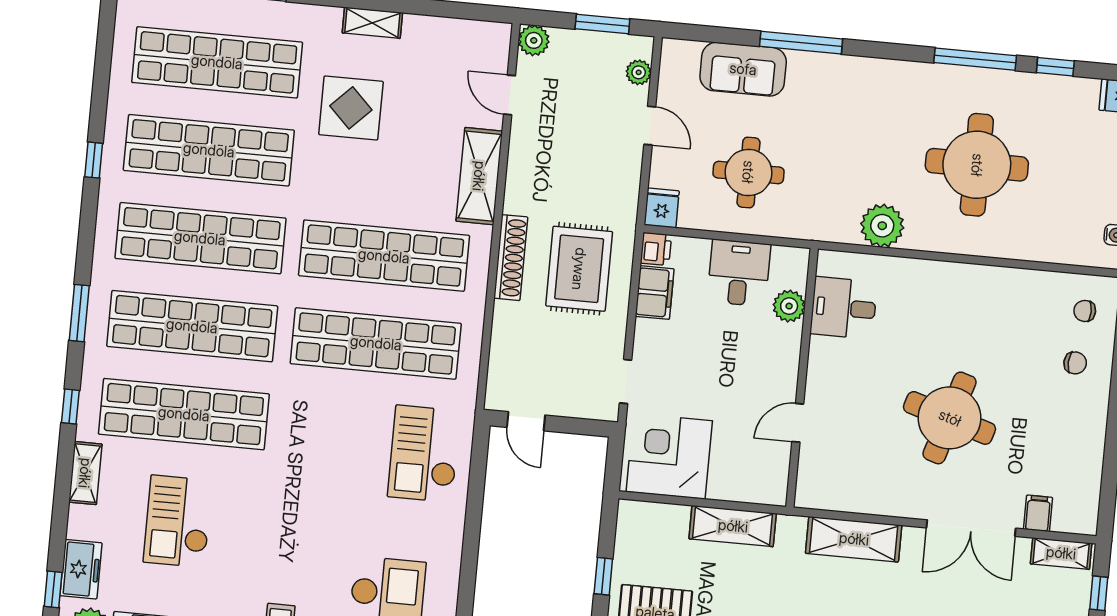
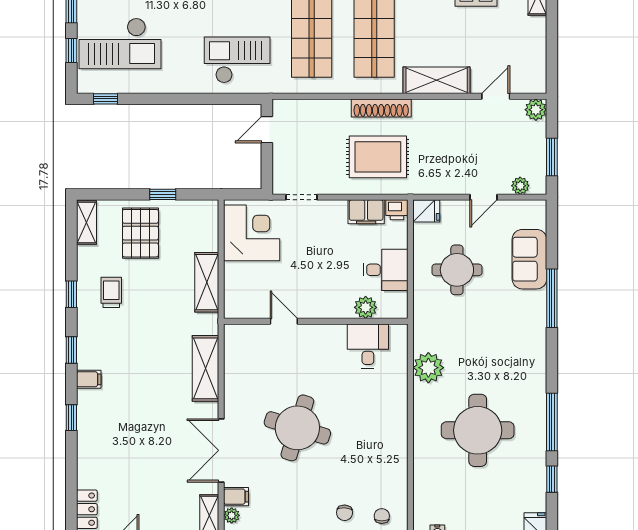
plant: (1064, 522) -> (232, 515), added

